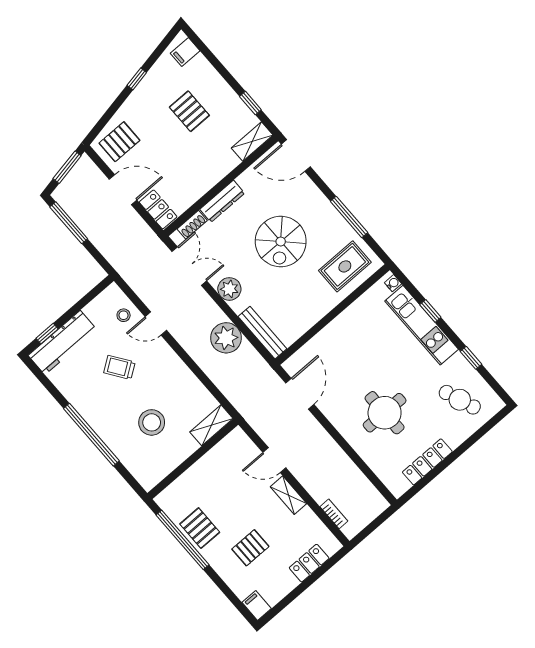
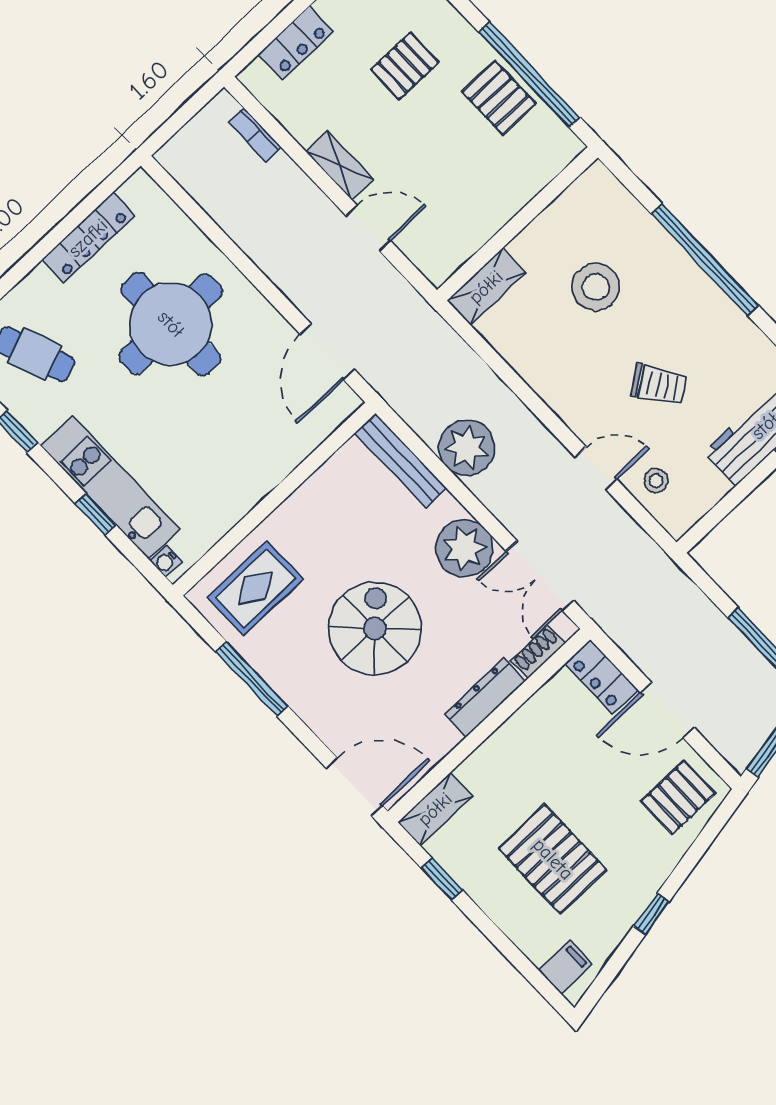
pallet: (189, 111) -> (553, 859), width x1.50, depth x1.42
plant: (229, 289) -> (464, 548), width x1.36, depth x1.36
round table: (385, 413) -> (171, 324), width x1.36, depth x1.36

